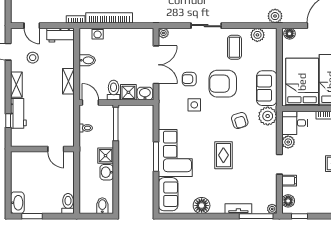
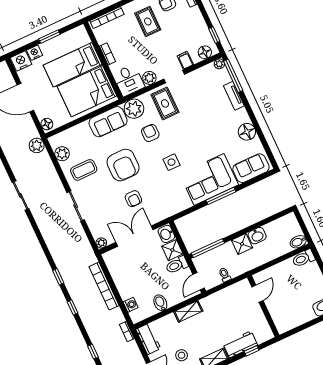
bookcase: (109, 18) -> (104, 286), moved
side table: (194, 105) -> (172, 162), moved
armchair: (240, 120) -> (150, 133), turned -72
rug: (223, 155) -> (165, 103), moved, turned 90
bidet: (102, 206) -> (298, 242), moved

